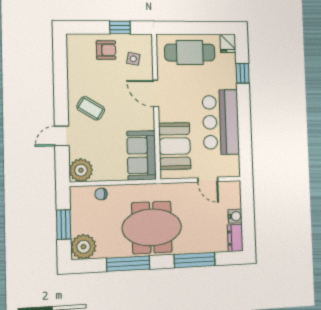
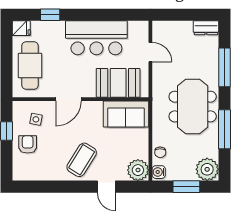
coffee table: (91, 108) -> (82, 160), width x1.36, depth x1.30
door: (208, 180) -> (150, 52), hinge flipped
water cooler: (235, 216) -> (159, 172), moved, turned -90

